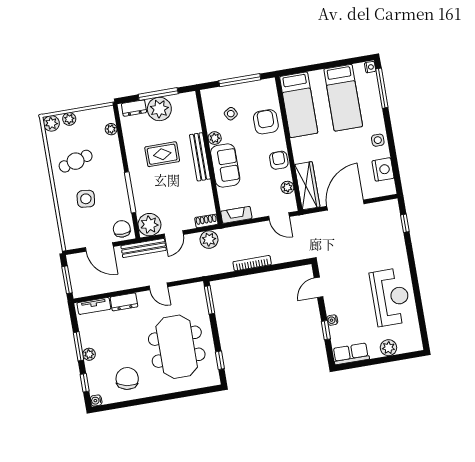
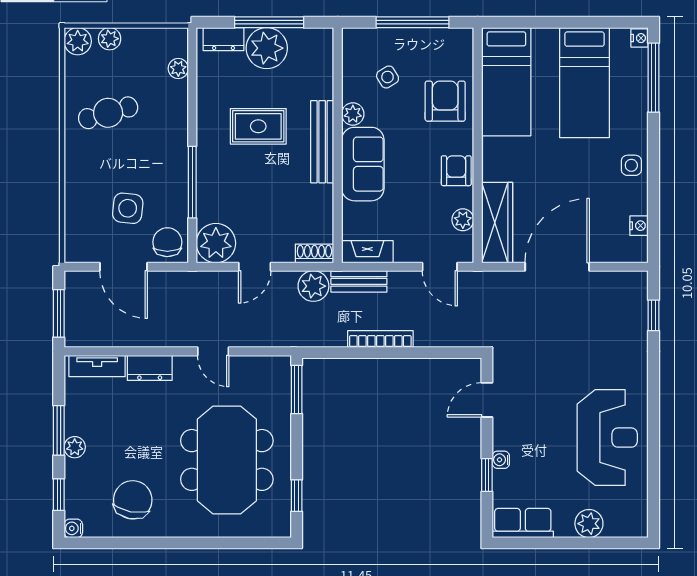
nightstand: (383, 169) -> (639, 226), width x0.53, depth x0.56
side table: (86, 199) -> (128, 208), moved
bench: (144, 248) -> (359, 281), moved, width x0.73

